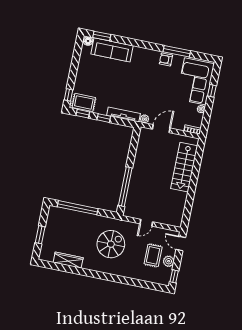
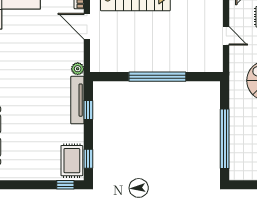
window: (104, 118) -> (88, 110), moved
door: (161, 129) -> (87, 26), moved
window: (125, 187) -> (157, 77), moved

